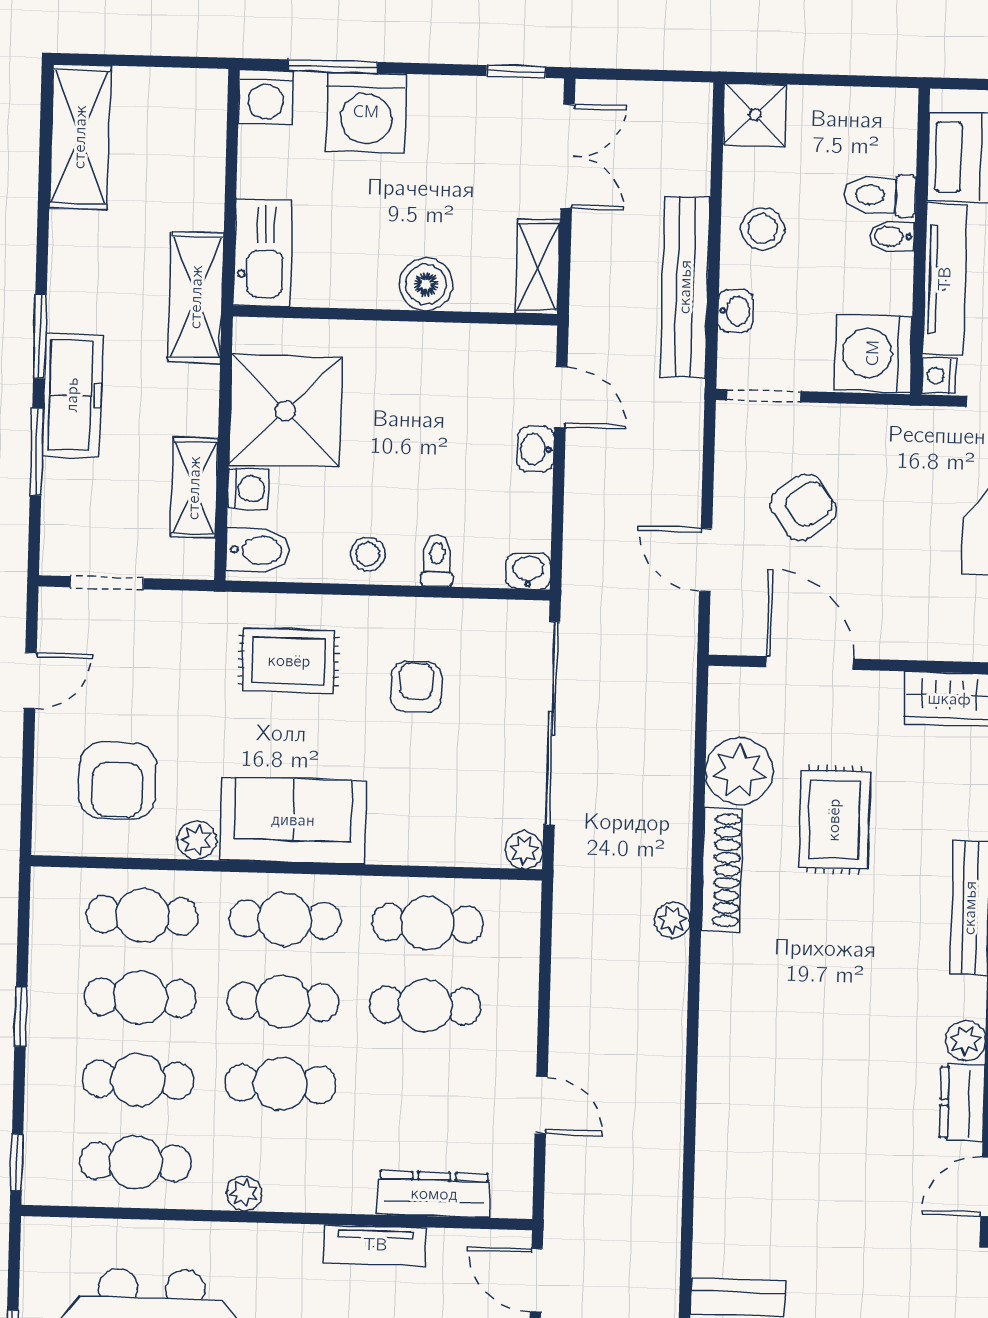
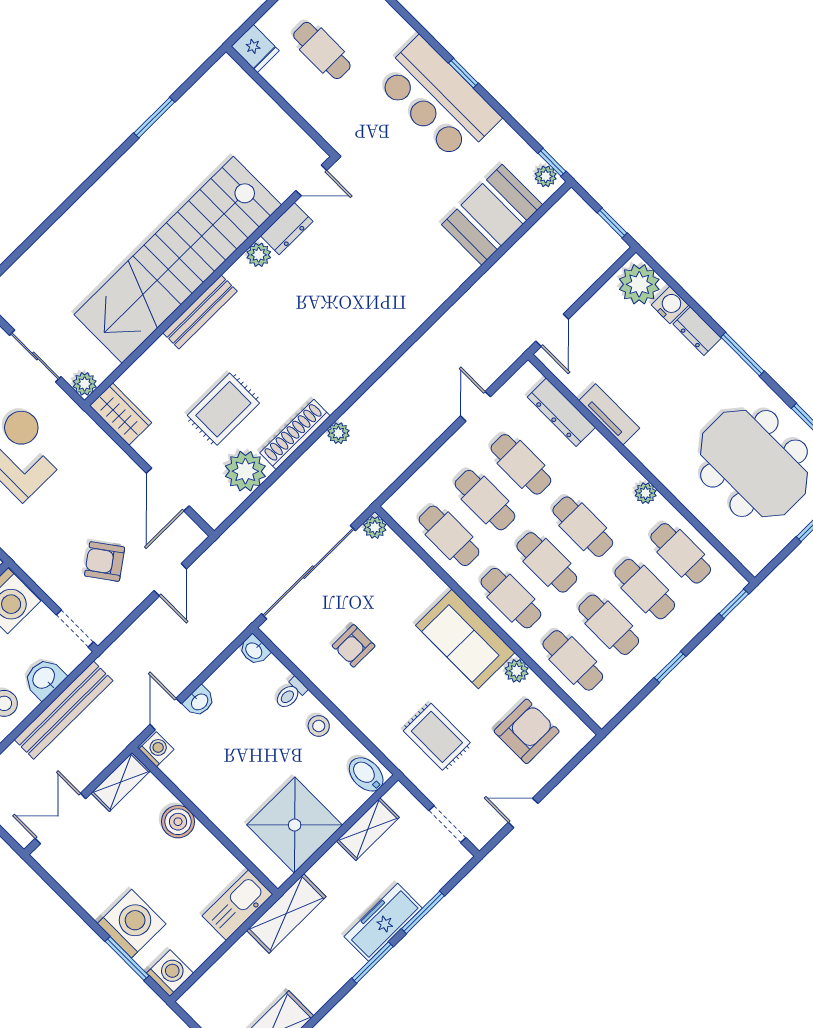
window: (516, 71) -> (47, 878), removed
washbasin: (736, 311) -> (44, 678), width x1.38, depth x1.45
washing machine: (248, 489) -> (156, 749), moved, turned 90
rug: (289, 661) -> (437, 737), moved
cafe table: (423, 1088) -> (521, 464), added

